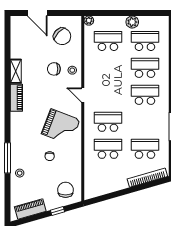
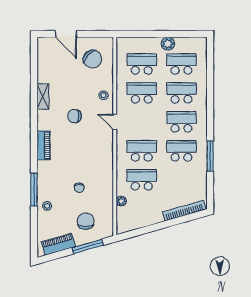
plant: (89, 21) -> (121, 201), moved
school desk: (108, 68) -> (142, 93), added
chair: (54, 69) -> (75, 116), moved
piano: (16, 98) -> (44, 145), moved
grand piano: (61, 127) -> (91, 156), removed
school desk: (145, 149) -> (181, 151), moved
chair: (66, 190) -> (86, 221), moved
window: (57, 211) -> (88, 246), width x2.17

